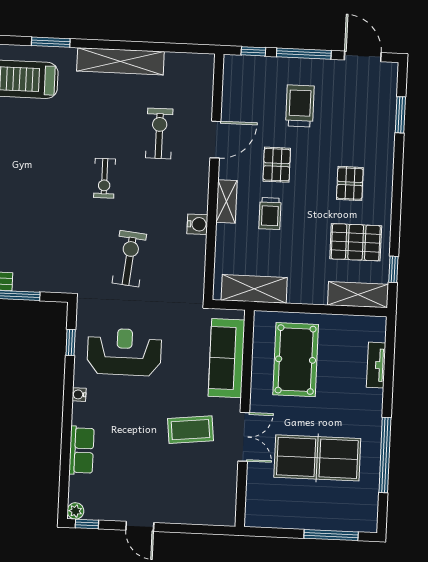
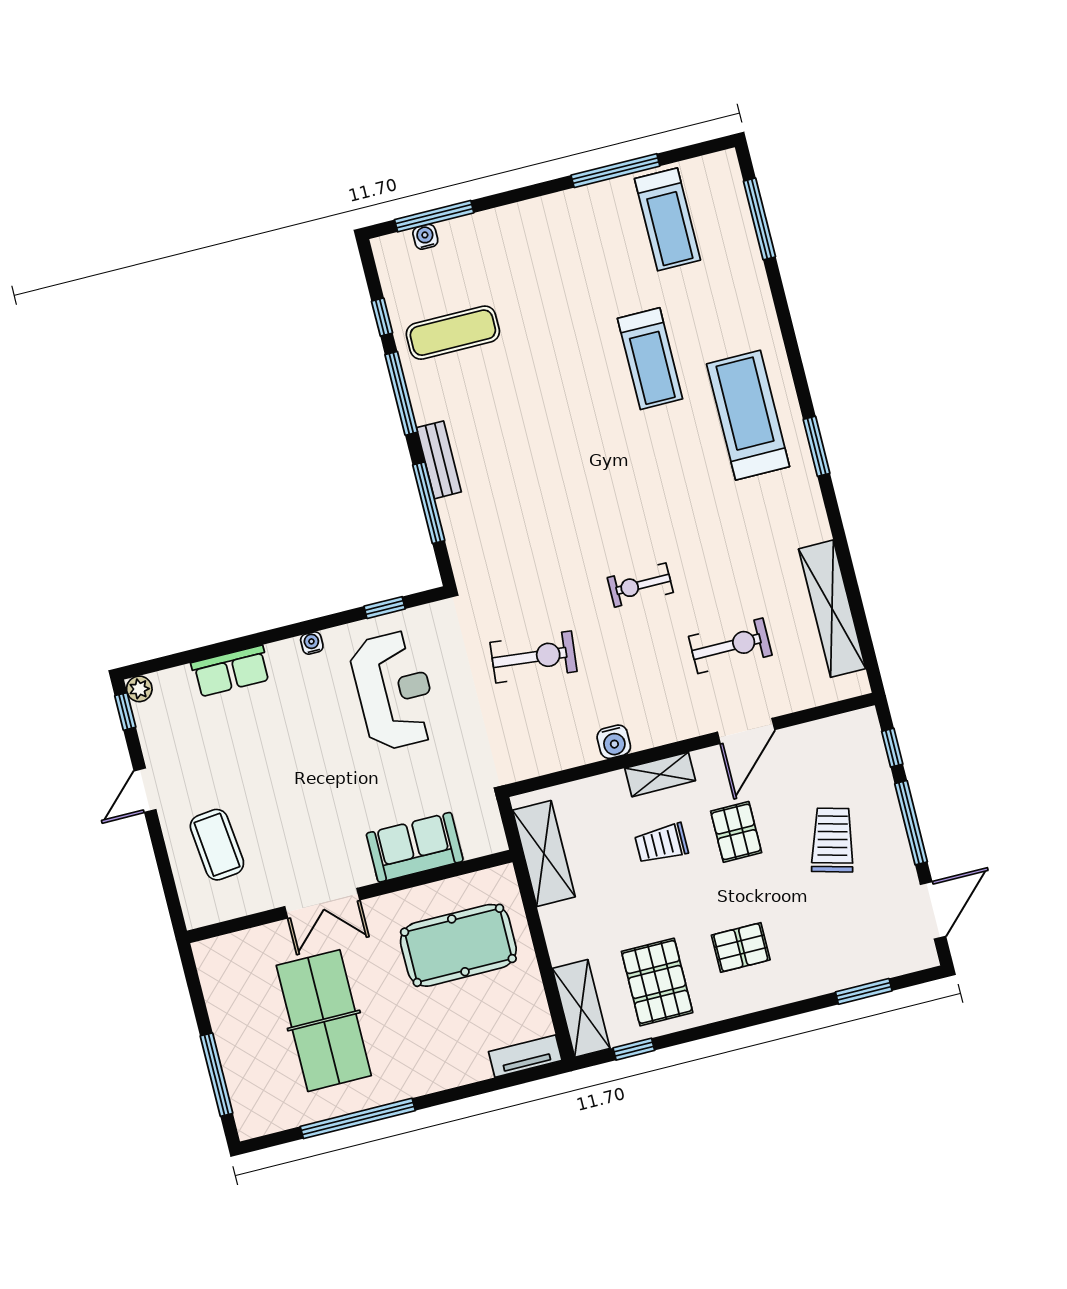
shelving: (120, 61) -> (832, 609), moved
trolley: (300, 106) -> (833, 840), turned -75
door: (215, 140) -> (746, 731), hinge flipped
pallet: (277, 165) -> (736, 832), turned 90
sofa: (227, 358) -> (415, 847), width x0.73
tv unit: (376, 365) -> (525, 1056), moved
coffee table: (190, 430) -> (217, 845), moved

